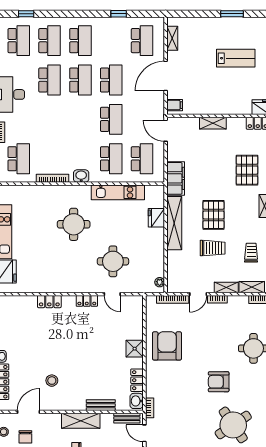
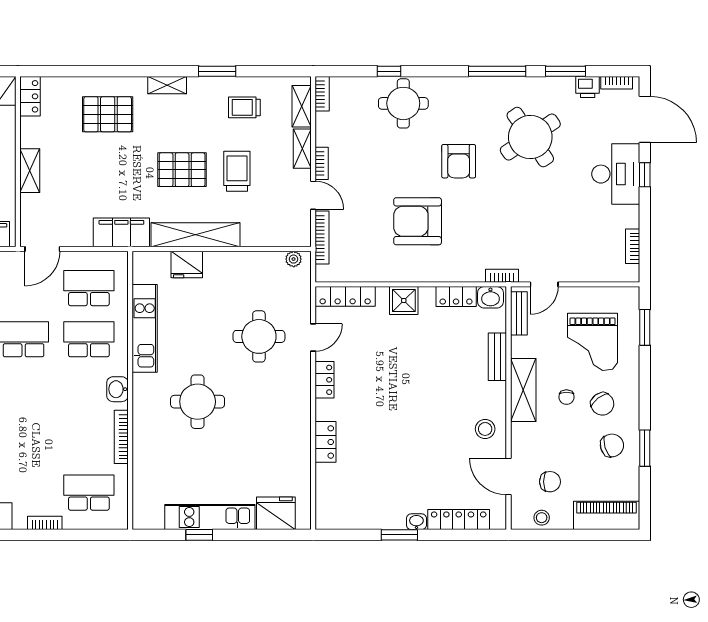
locker: (137, 313) -> (345, 296), added
armchair: (167, 346) -> (418, 221), moved
stool: (52, 381) -> (485, 429), moved

